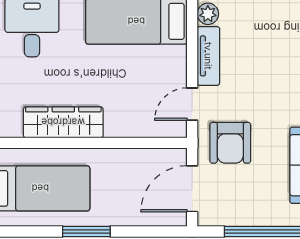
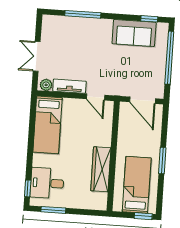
armchair: (230, 143) -> (118, 77), removed

